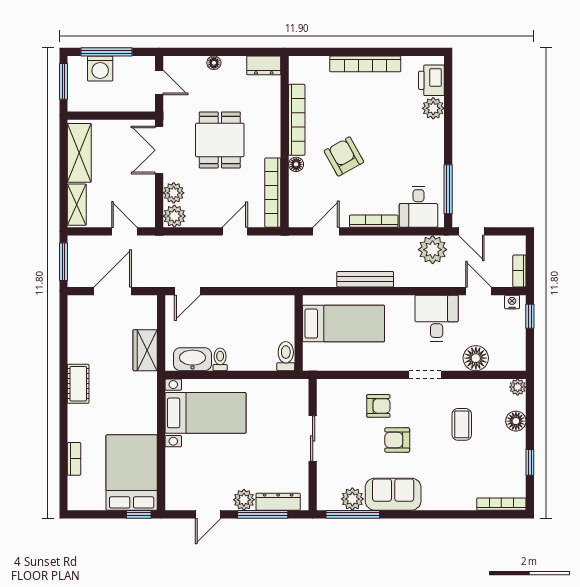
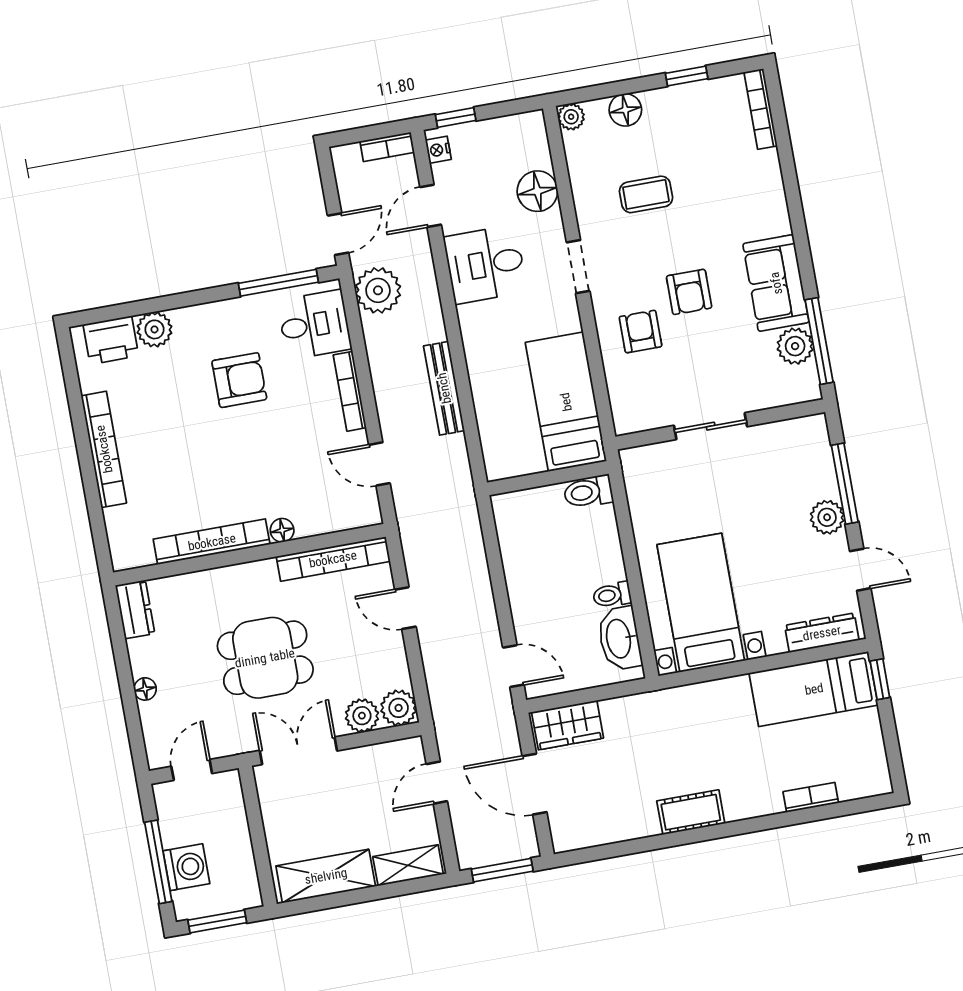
double door: (159, 150) -> (298, 751), swing flipped
armchair: (344, 156) -> (239, 380), moved, turned -151
bed: (344, 324) -> (566, 402), moved
wardrobe: (145, 350) -> (568, 725), moved
bed: (132, 473) -> (814, 689), width x0.67
dresser: (278, 502) -> (822, 633), moved, turned 90

